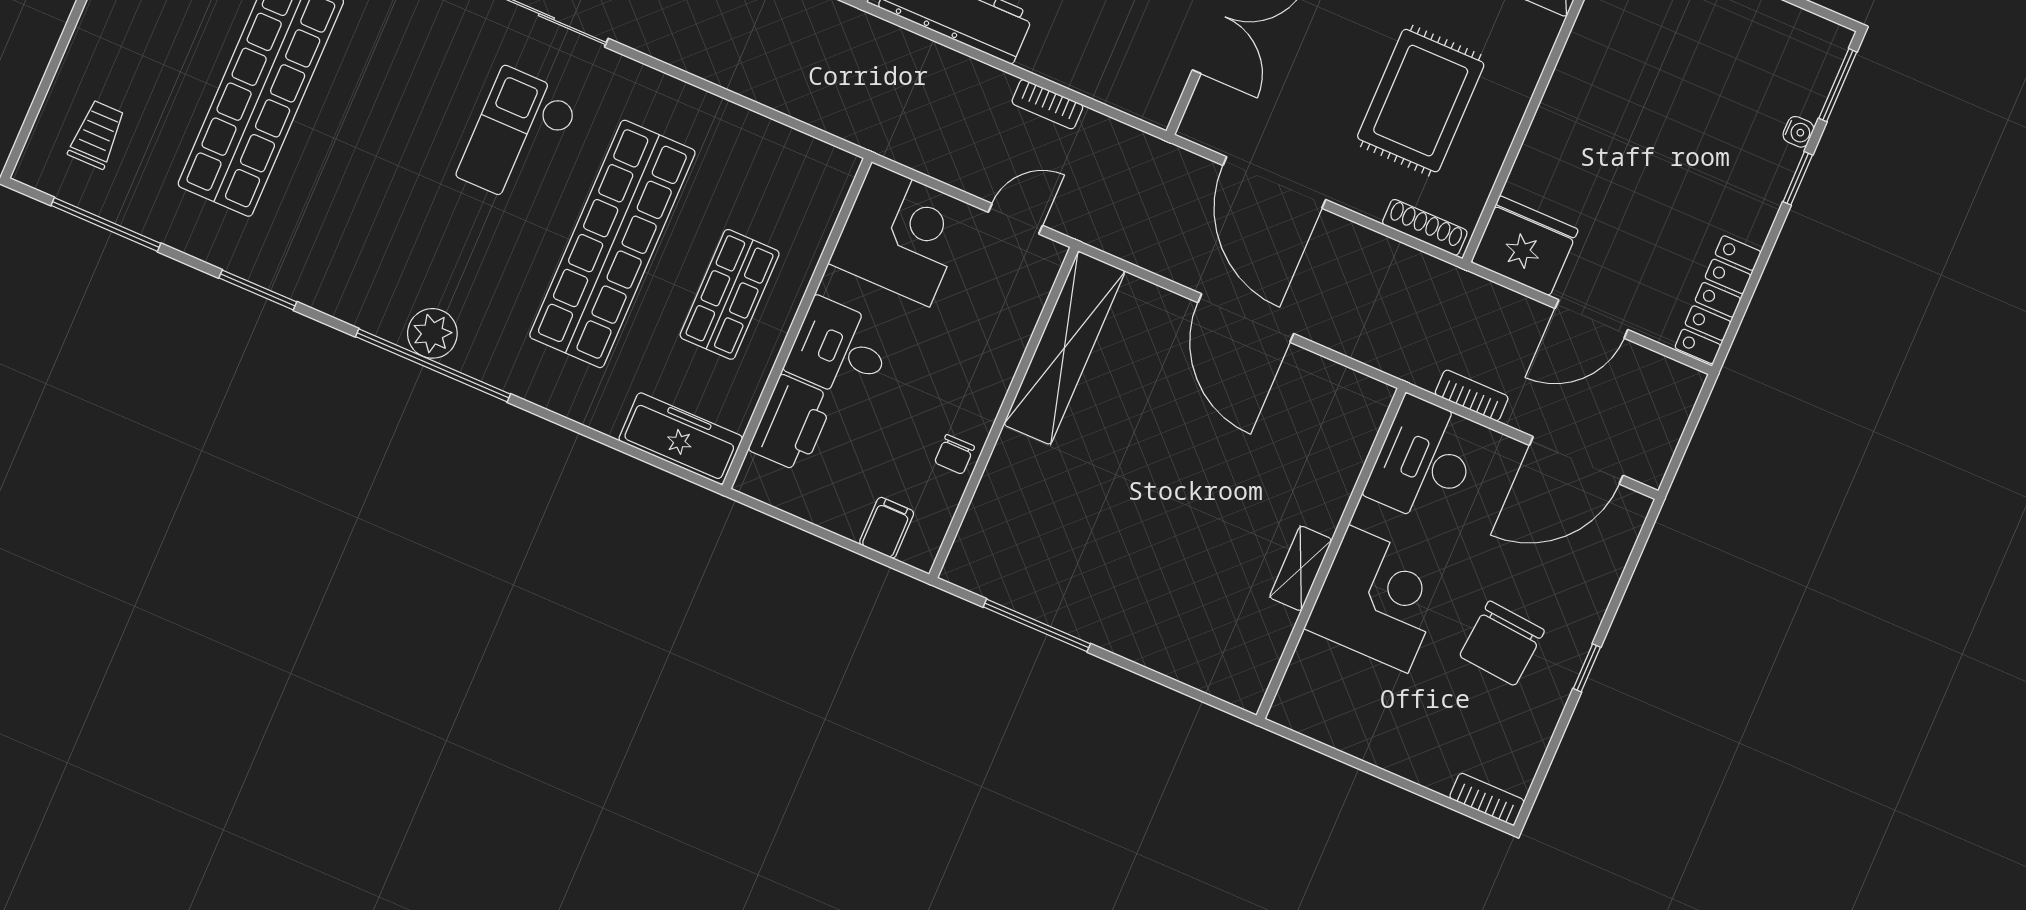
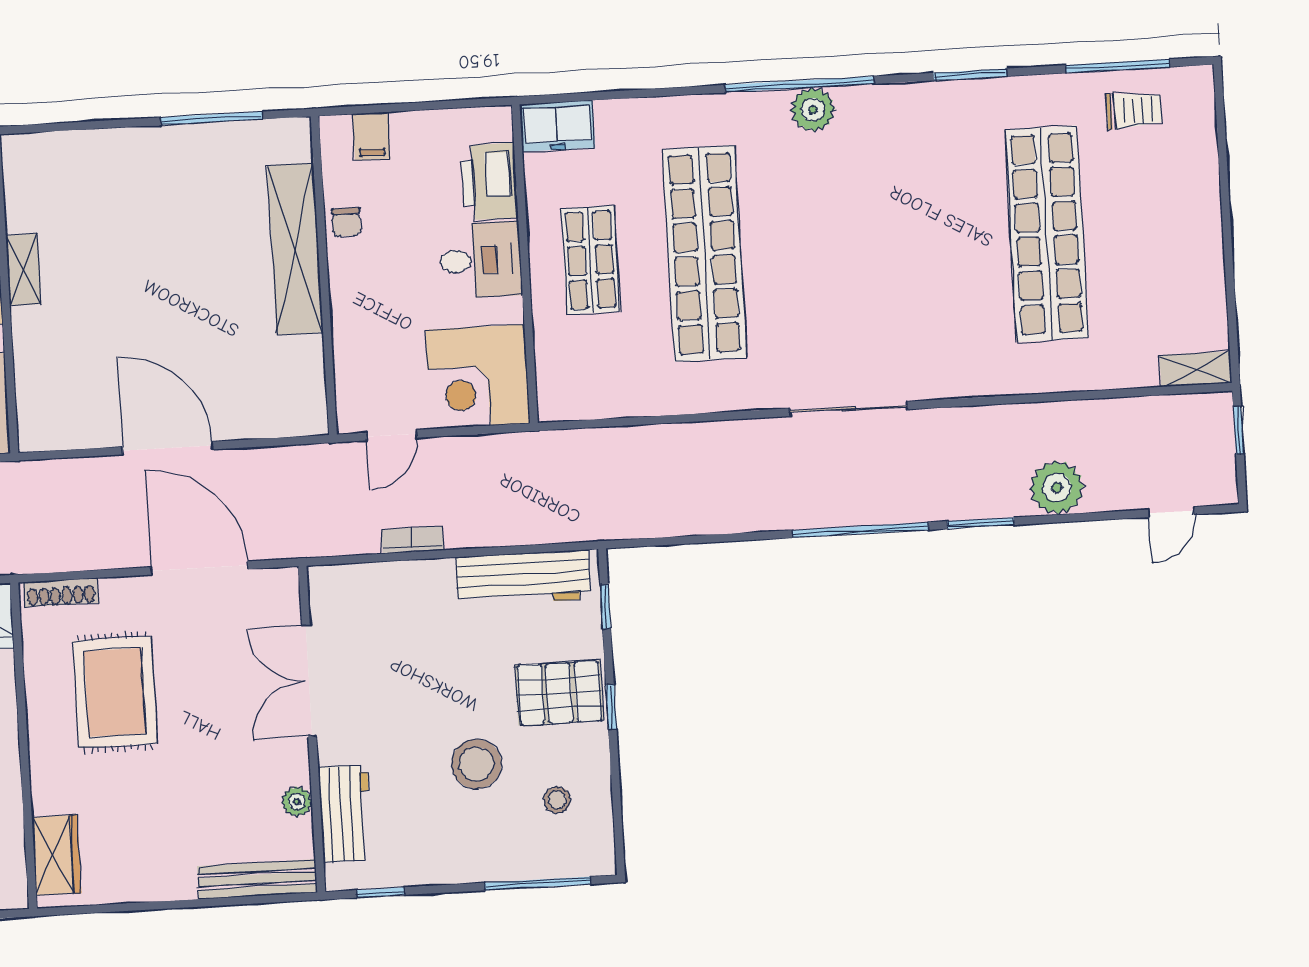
trolley: (97, 135) -> (1134, 110), moved, turned -90
checkout: (518, 137) -> (823, 301), removed
shelving: (1064, 348) -> (295, 249), moved
freezer: (681, 439) -> (557, 126), width x0.71
chair: (954, 454) -> (346, 222), turned 180

